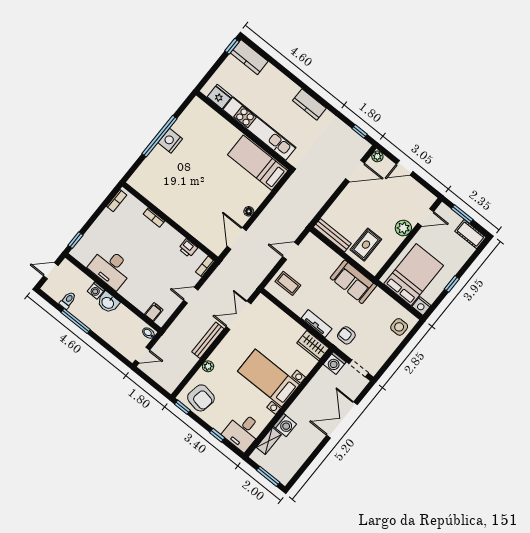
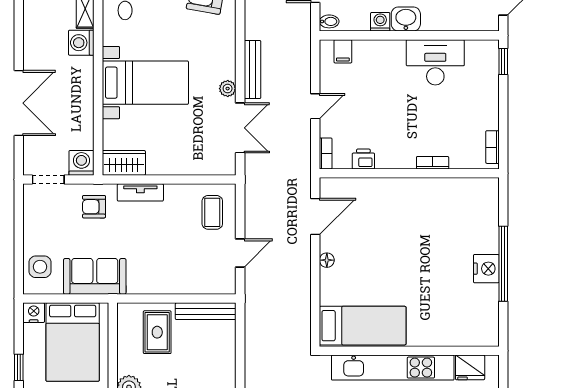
door: (237, 238) -> (315, 216), hinge flipped
sofa: (353, 282) -> (95, 276), moved
coffee table: (288, 283) -> (212, 212), turned 90
washing machine: (96, 290) -> (380, 22), moved
armchair: (346, 335) -> (94, 207), turned 180
plant: (208, 366) -> (228, 89), moved

